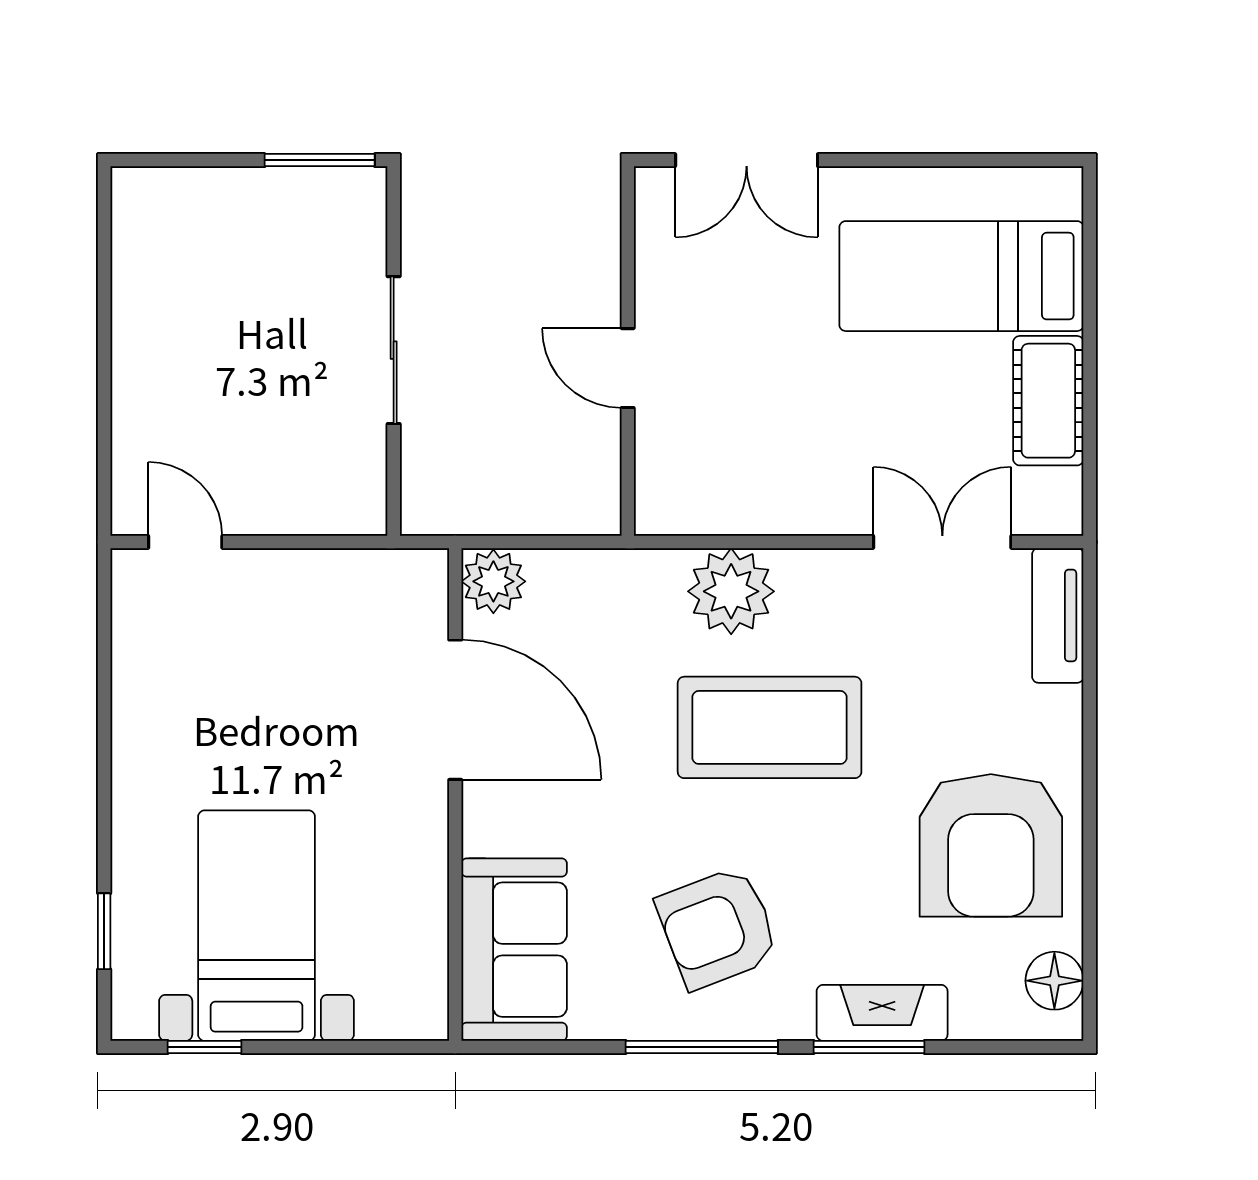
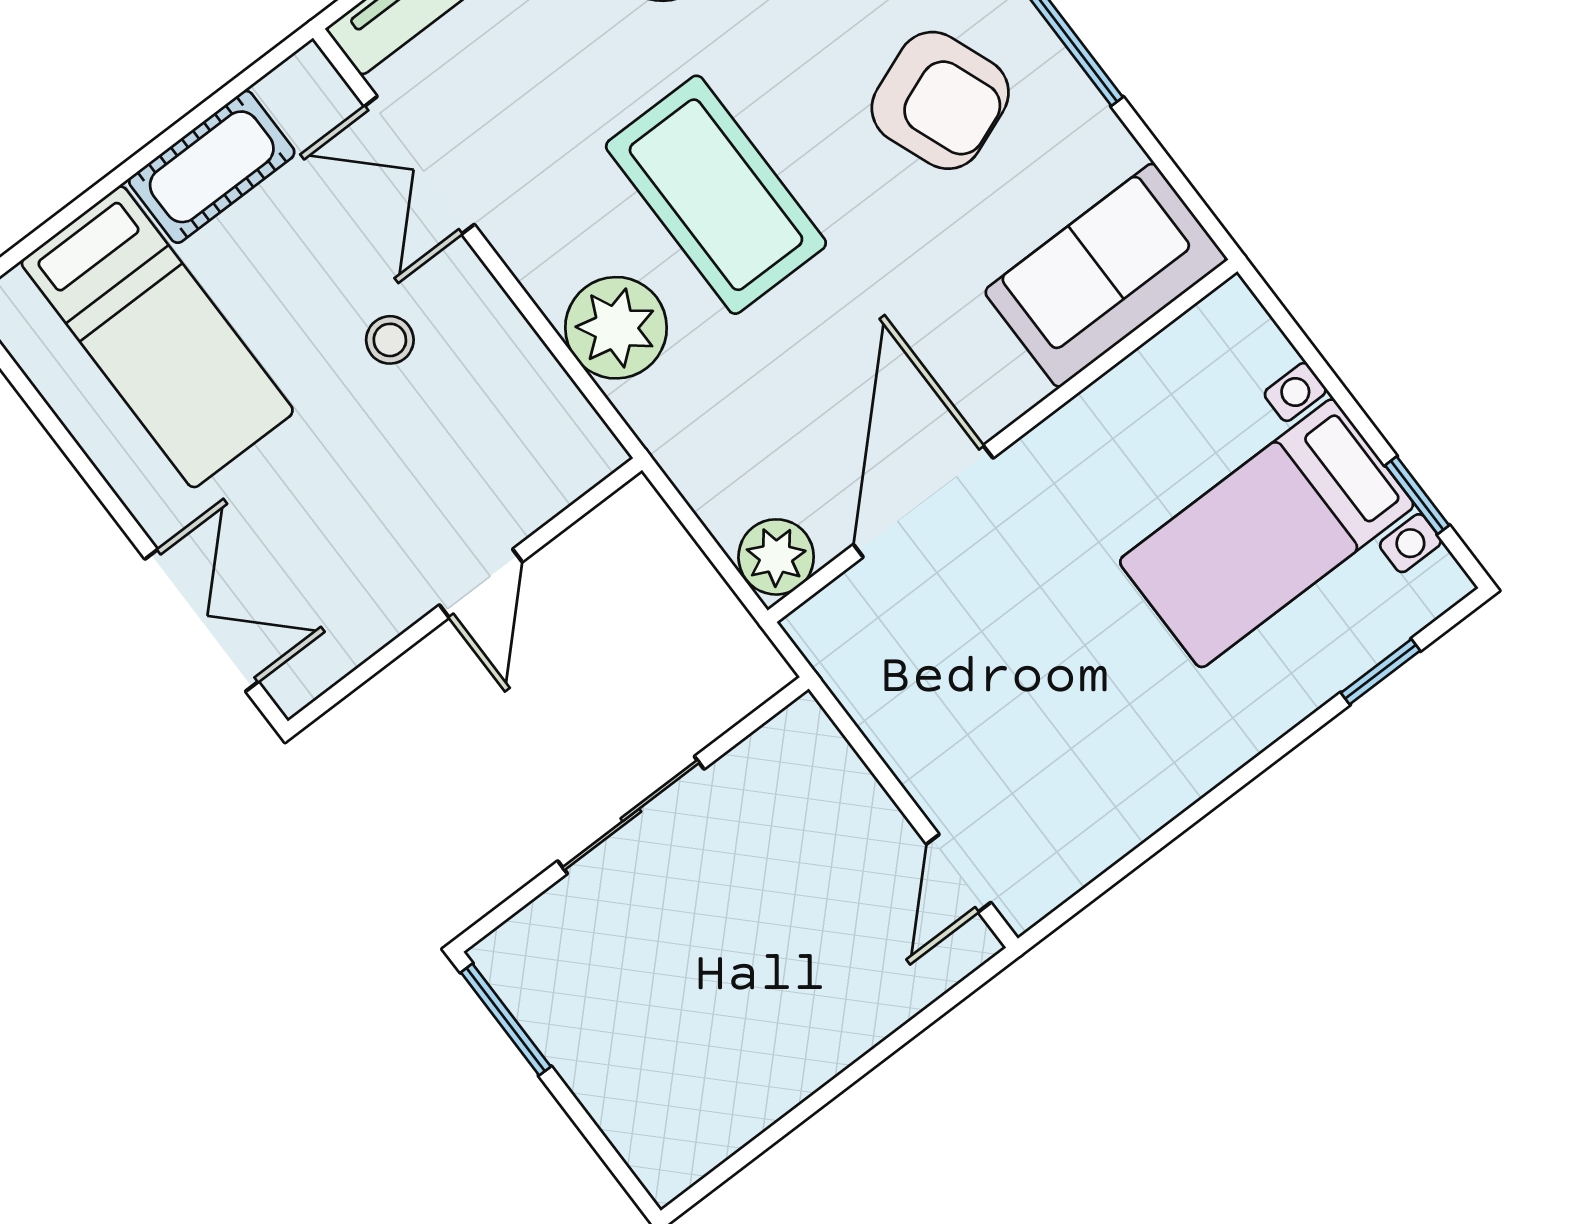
stool: (839, 432) -> (390, 340), added

